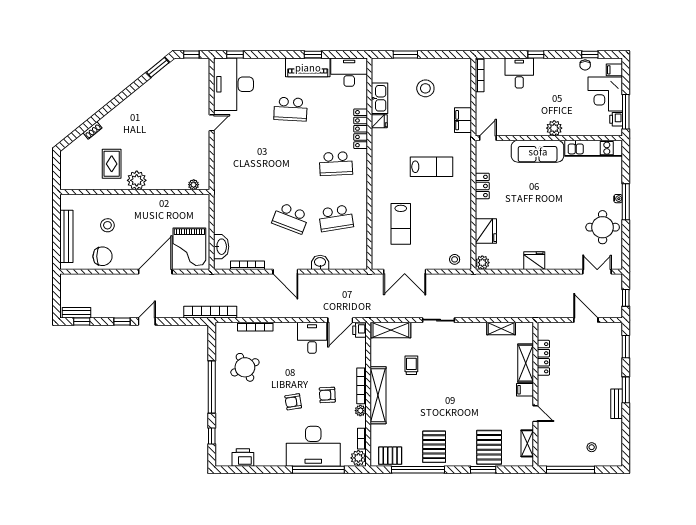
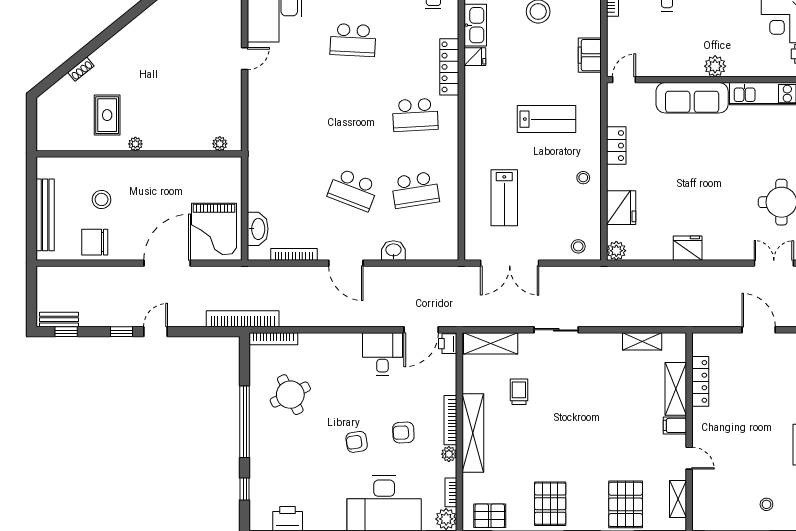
plant: (137, 180) -> (135, 144), width x0.53, depth x0.53
stool: (458, 209) -> (583, 178), added
chair: (103, 256) -> (95, 242), turned 180
bookcase: (255, 327) -> (273, 339), moved

